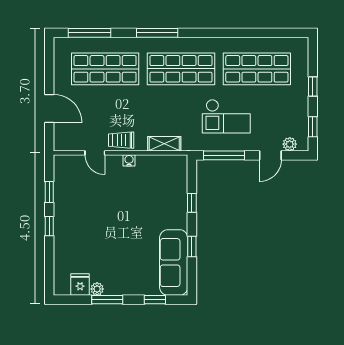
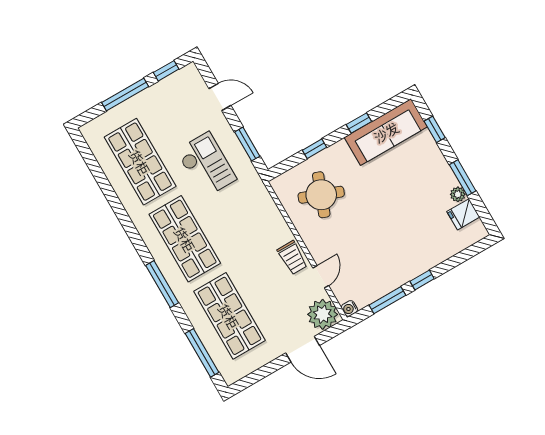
window: (313, 87) -> (125, 95), width x2.17
door: (49, 108) -> (303, 349), swing flipped
shelving: (164, 144) -> (271, 212), removed
plant: (290, 144) -> (323, 314), moved, width x1.88, depth x1.88
window: (224, 155) -> (247, 144), width x0.69
water cooler: (129, 160) -> (349, 308), moved
round table: (155, 188) -> (321, 195), added
window: (49, 192) -> (387, 300), width x1.50

